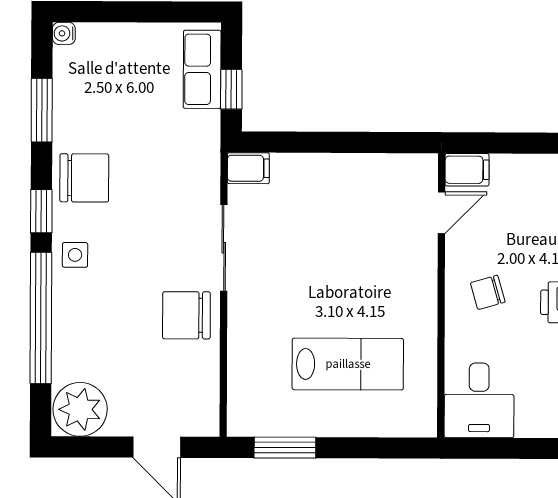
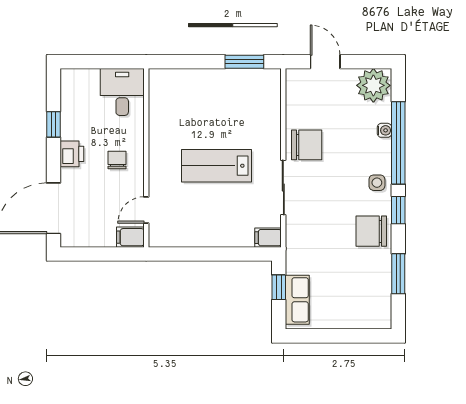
water cooler: (64, 33) -> (384, 130), moved
chair: (488, 292) -> (117, 160), turned -74
lab bench: (348, 364) -> (217, 166), moved

